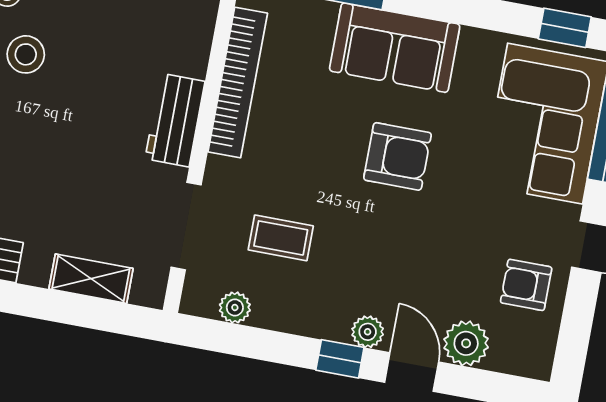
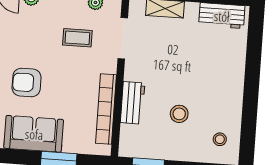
stool: (26, 54) -> (179, 114), moved
workbench: (175, 120) -> (133, 103), moved

